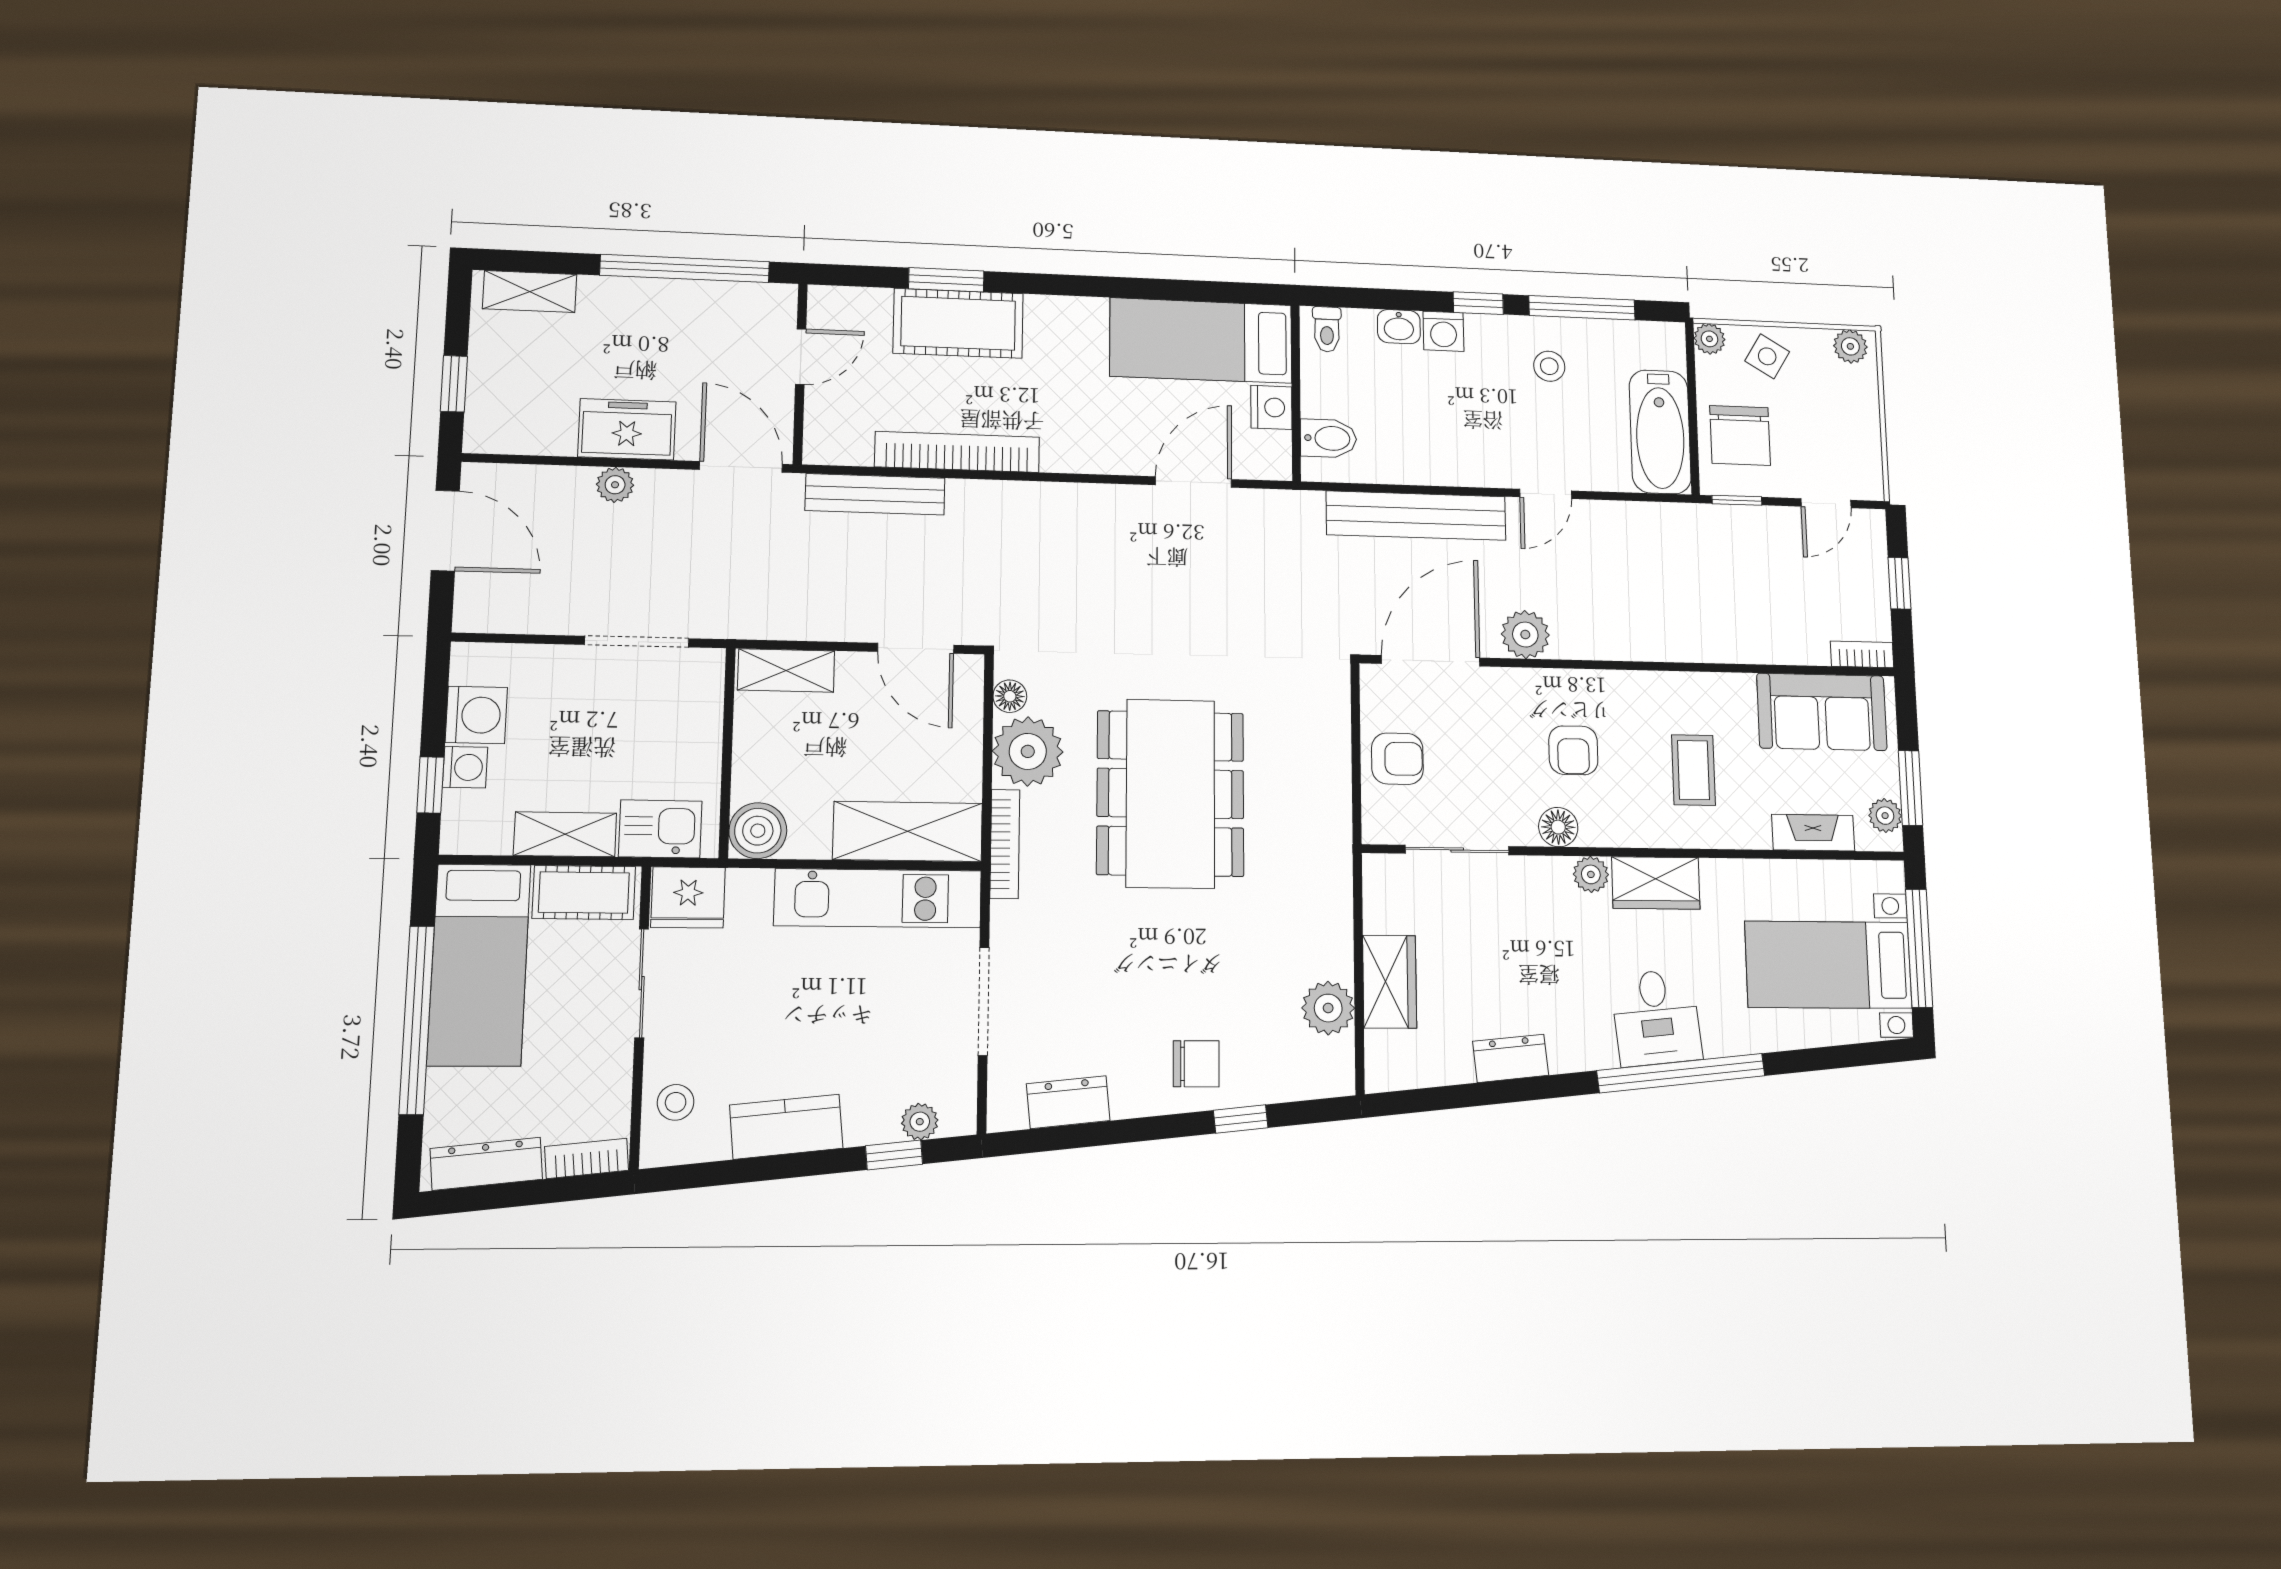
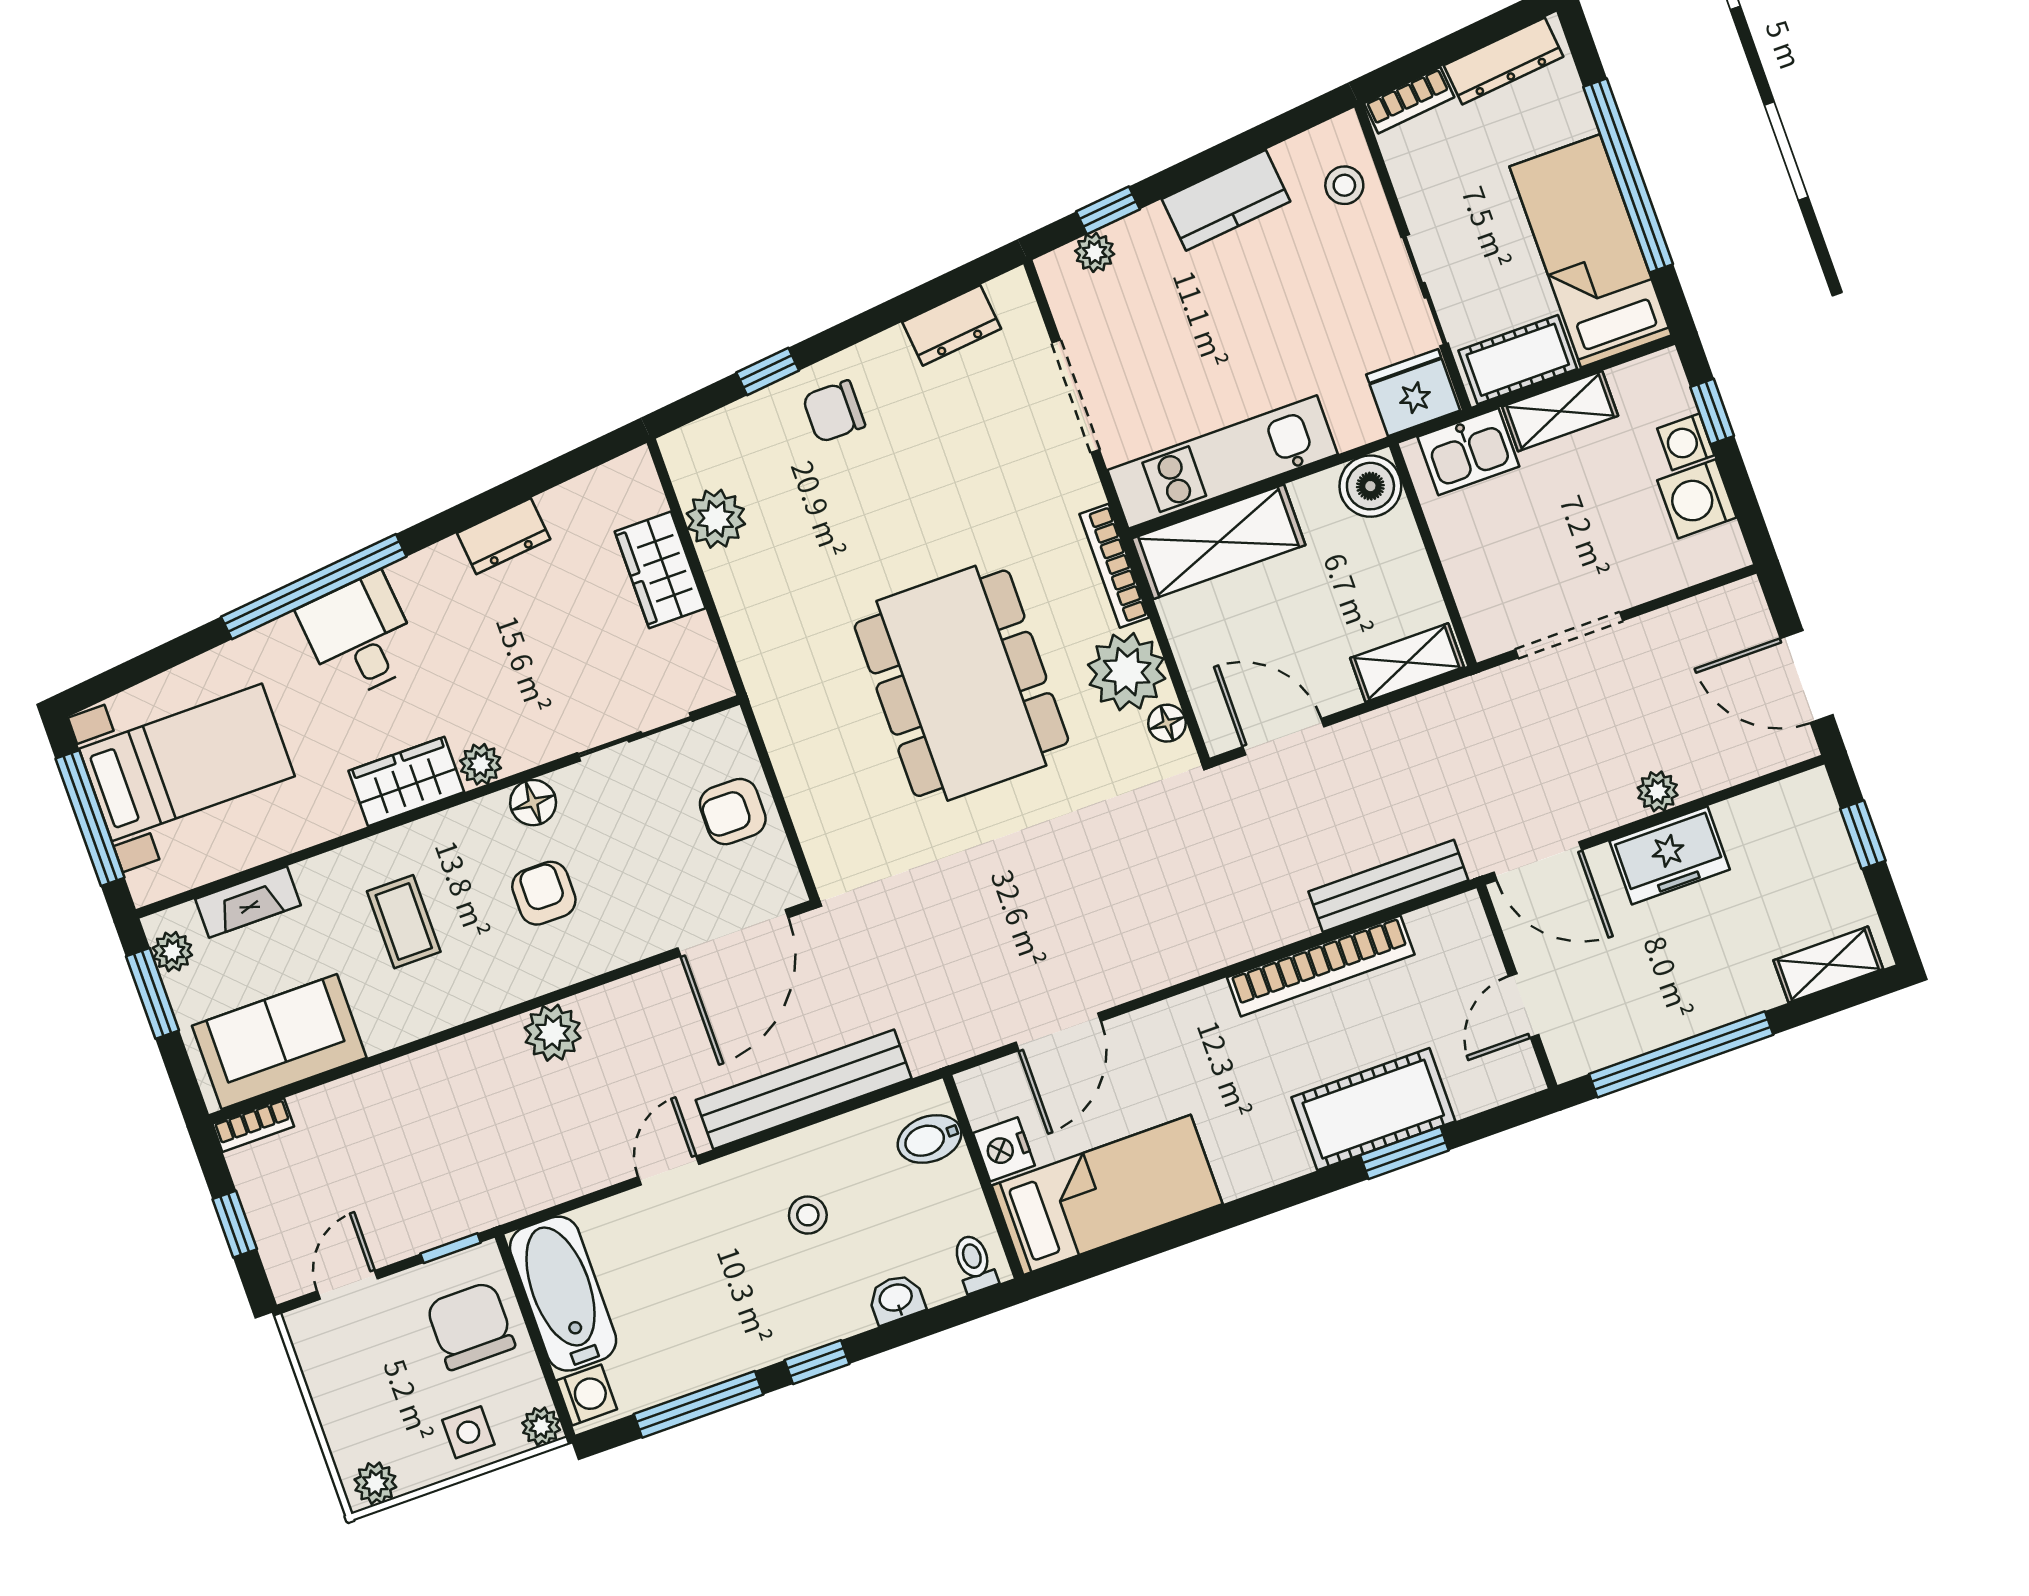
washing machine: (1443, 331) -> (587, 1395), moved, turned 90
side table: (1767, 356) -> (468, 1432), turned -31
stool: (1549, 366) -> (808, 1215), moved
plant: (1525, 635) -> (553, 1033), moved

